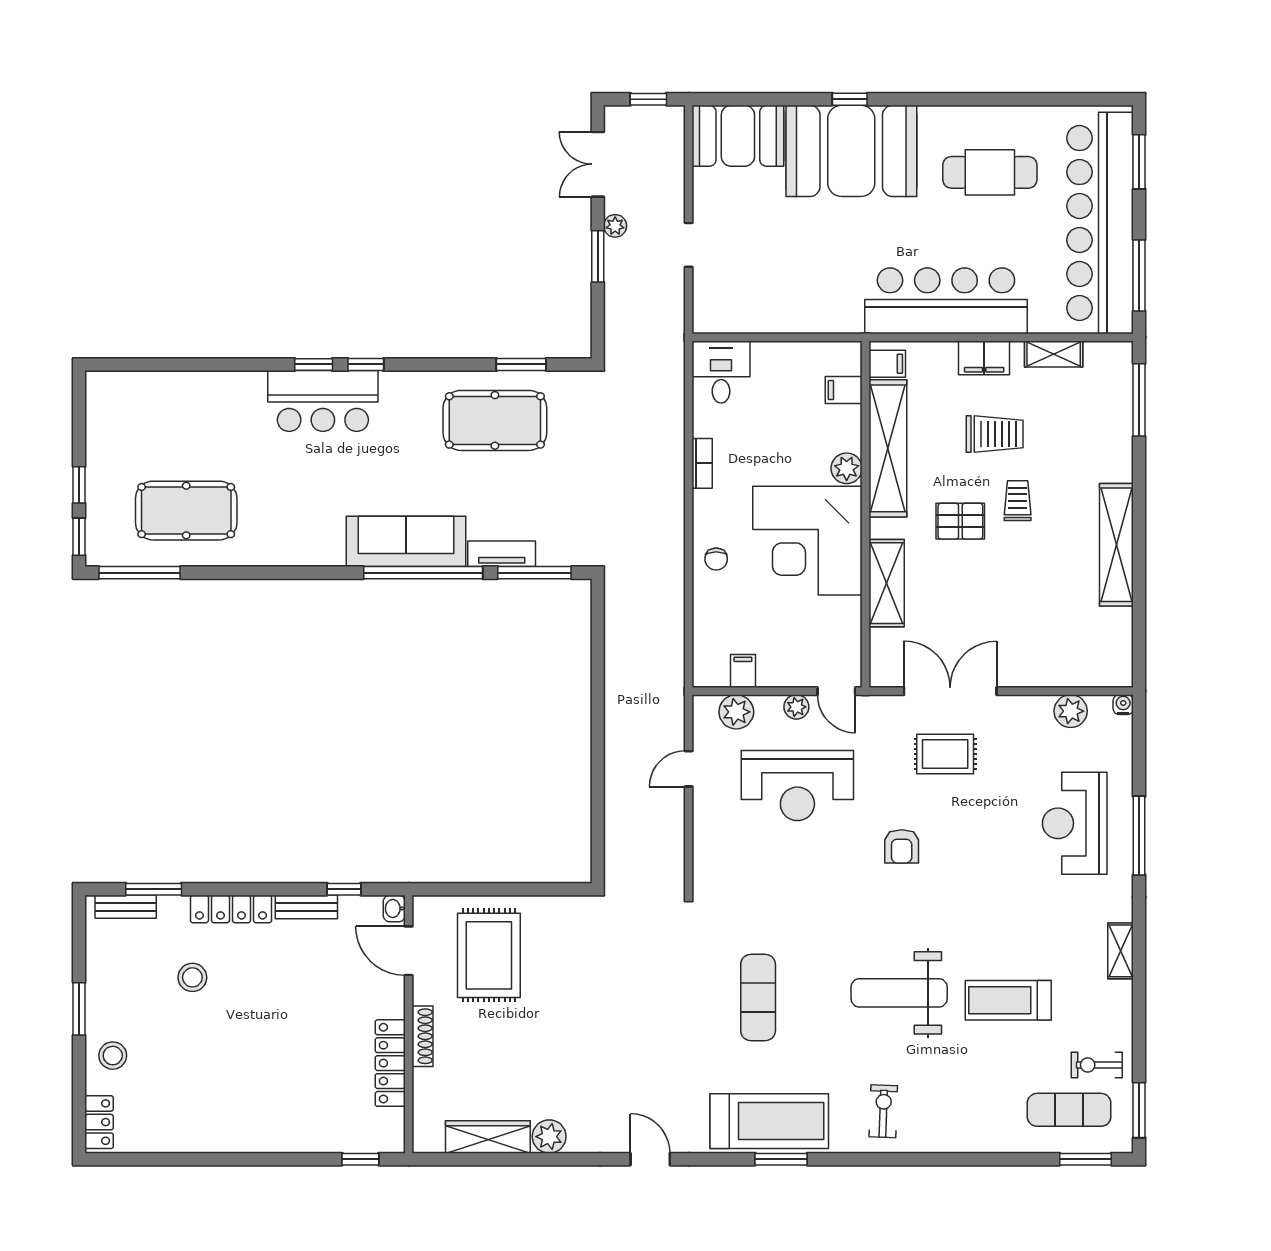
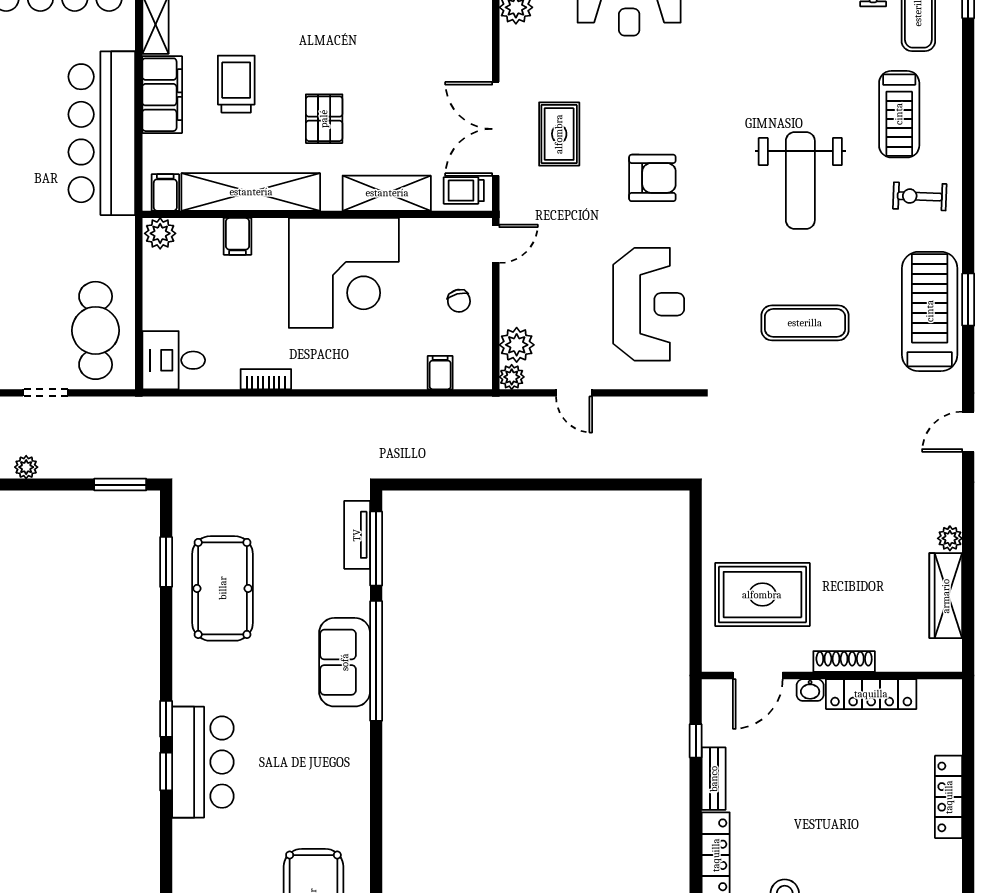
window: (598, 256) -> (120, 485), moved
cafe table: (751, 295) -> (96, 330), added
filing cabinet: (984, 358) -> (162, 95), width x1.50, depth x1.17
filing cabinet: (844, 390) -> (237, 236), moved
plant: (847, 468) -> (160, 233), moved
trolley: (1018, 501) -> (464, 191), moved
sofa: (406, 541) -> (345, 662), width x0.73
tv unit: (502, 554) -> (357, 535), moved
chair: (716, 559) -> (459, 301), moved, turned 75
filing cabinet: (743, 671) -> (440, 373), moved, turned 90
plant: (796, 707) -> (512, 377), moved
reception desk: (797, 786) -> (649, 304), moved
armchair: (902, 846) -> (652, 178), width x1.38, depth x1.38
washbasin: (394, 908) -> (810, 690), moved
treadmill: (1008, 1000) -> (899, 114), moved
plant: (549, 1137) -> (950, 538), width x0.73, depth x0.73
locker: (288, 1140) -> (949, 797), added
window: (360, 1159) -> (968, 724), removed

